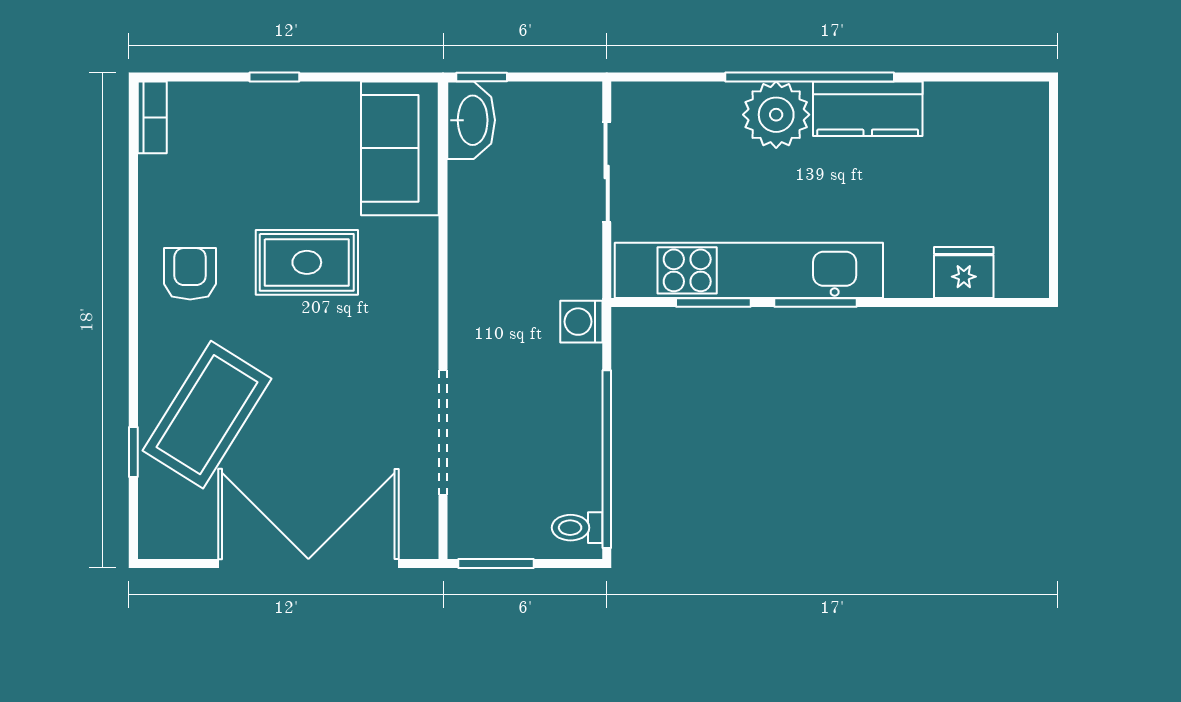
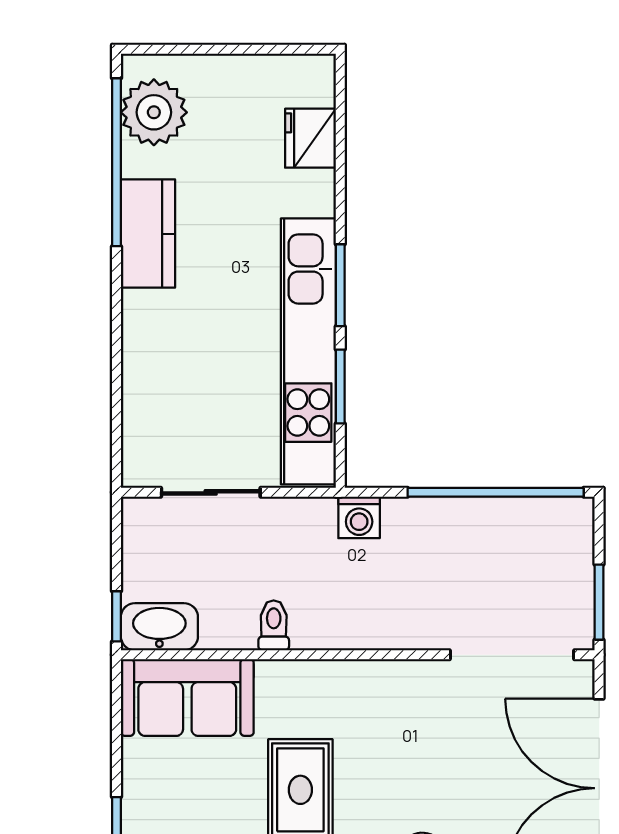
window: (810, 77) -> (116, 162), moved
plant: (776, 115) -> (154, 112), moved
doorway: (443, 432) -> (512, 655), moved
toilet: (577, 528) -> (274, 625), moved, turned 180

